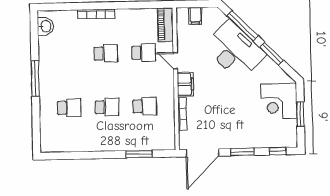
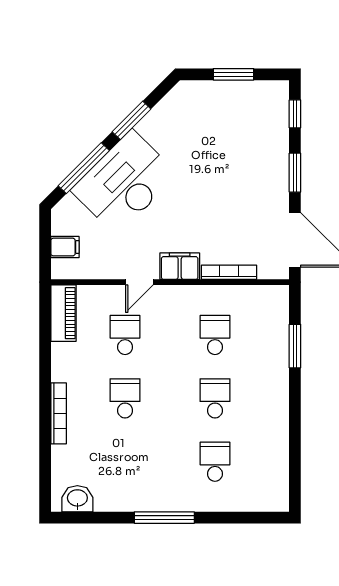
piano: (165, 25) -> (63, 313), moved, turned -90
corner desk: (279, 101) -> (211, 110), removed

